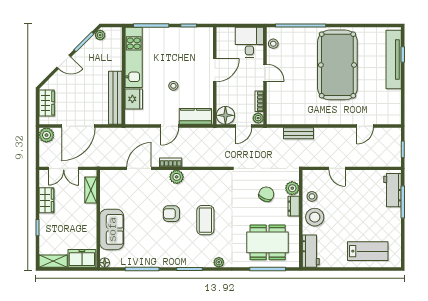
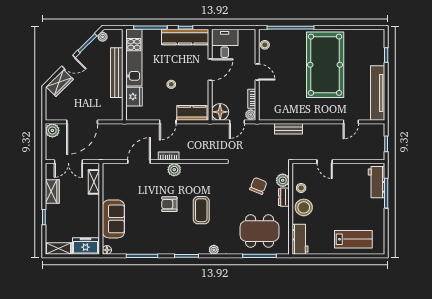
kitchen counter: (188, 35) -> (185, 37), added
desk: (249, 42) -> (225, 43), moved
tv unit: (394, 60) -> (378, 93), moved
bench: (115, 98) -> (117, 73), moved
wardrobe: (47, 103) -> (60, 83), moved, turned 45

